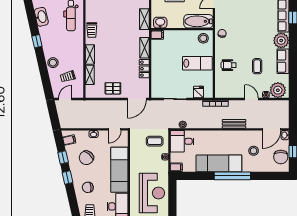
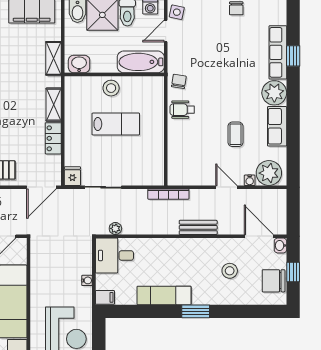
filing cabinet: (157, 35) -> (74, 84), removed
stool: (203, 38) -> (111, 88), moved
lab bench: (197, 63) -> (116, 124), moved
wheelchair: (229, 65) -> (182, 110), moved
fridge: (199, 92) -> (72, 176), moved
door: (272, 129) -> (259, 236), swing flipped
coffee table: (155, 141) -> (70, 255), removed
chair: (281, 157) -> (274, 281), turned 90
exam couch: (219, 163) -> (164, 295), width x0.73, depth x0.69
window: (232, 176) -> (196, 311), width x0.47

